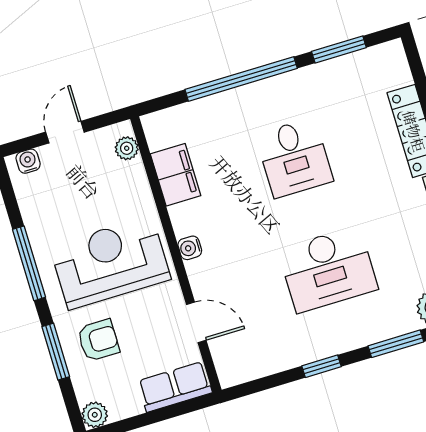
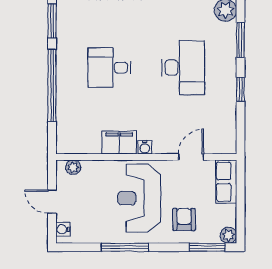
desk: (294, 158) -> (109, 68), turned 180
filing cabinet: (176, 175) -> (119, 143), moved
window: (56, 352) -> (207, 247), moved

